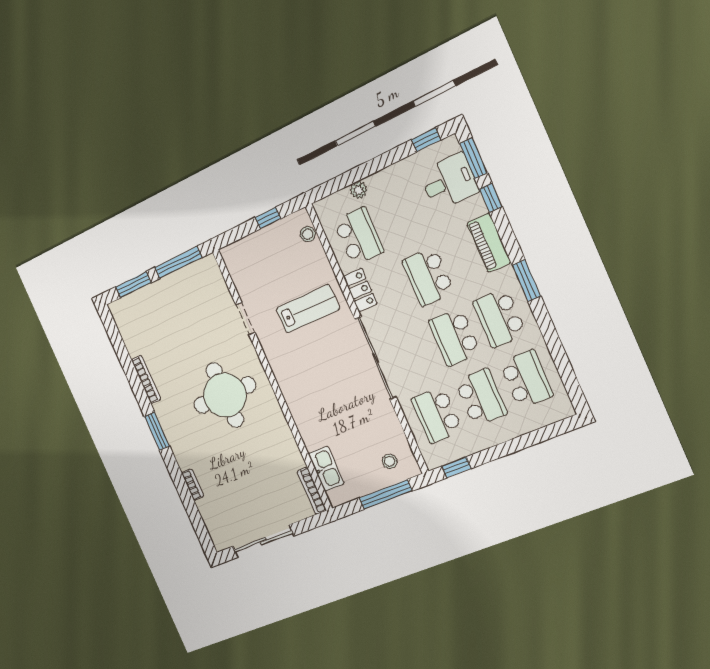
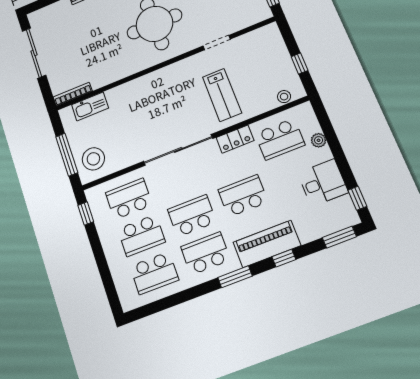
desk: (449, 182) -> (323, 183), moved, turned -90
window: (491, 198) -> (284, 258), moved
piano: (489, 243) -> (267, 244), width x1.37, depth x1.33
stool: (390, 461) -> (93, 159), width x1.89, depth x1.89

